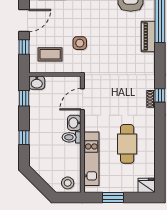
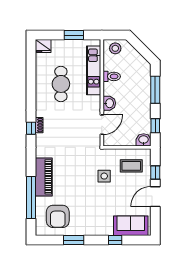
piano: (148, 36) -> (44, 177), width x1.37, depth x1.33
toilet: (72, 137) -> (112, 76), moved
window: (24, 138) -> (155, 90), width x2.17

